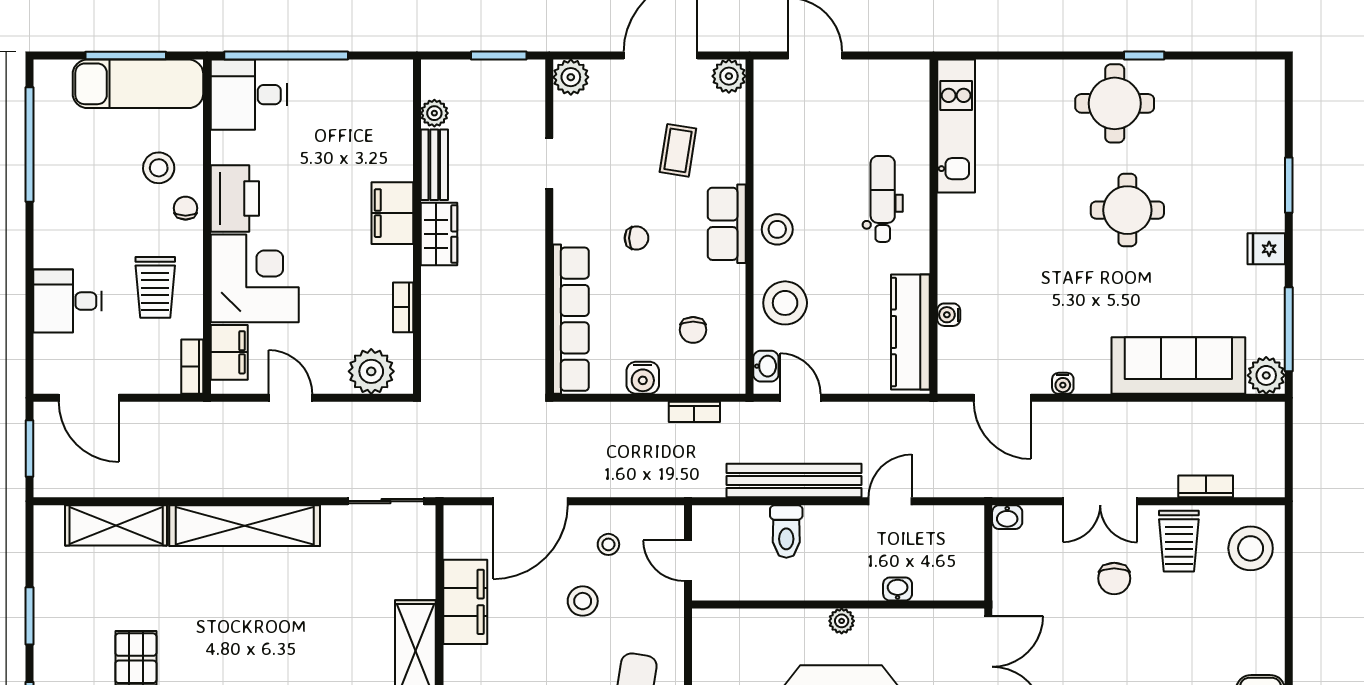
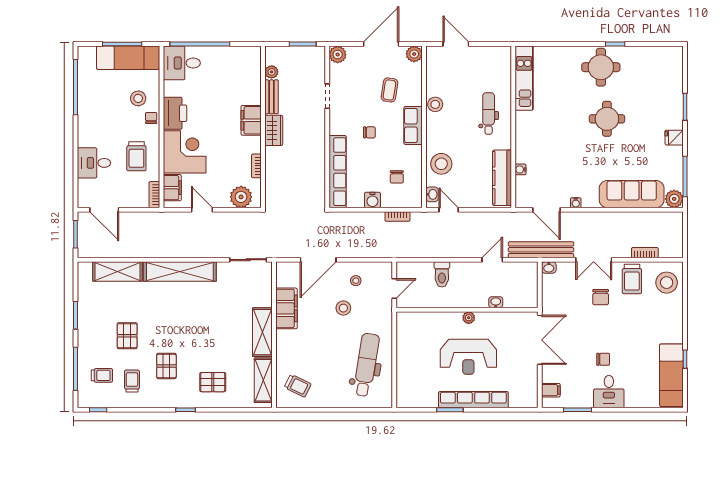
stool: (777, 229) -> (435, 104), moved
bench: (794, 481) -> (541, 250), moved
door: (688, 561) -> (394, 289), swing flipped

